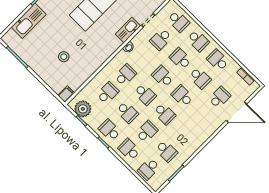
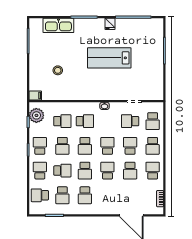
kitchen sink: (128, 30) -> (115, 94), removed
school desk: (220, 97) -> (85, 195), moved, turned 90

